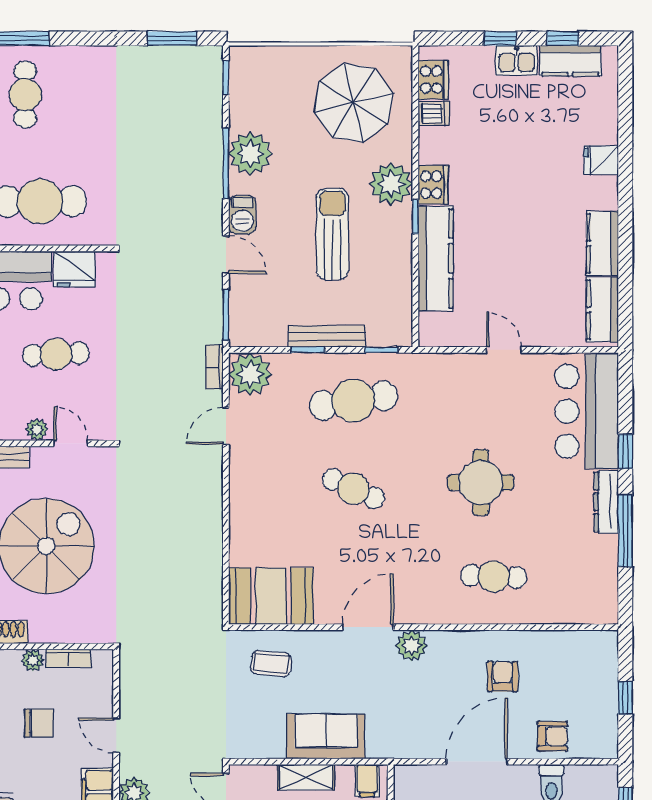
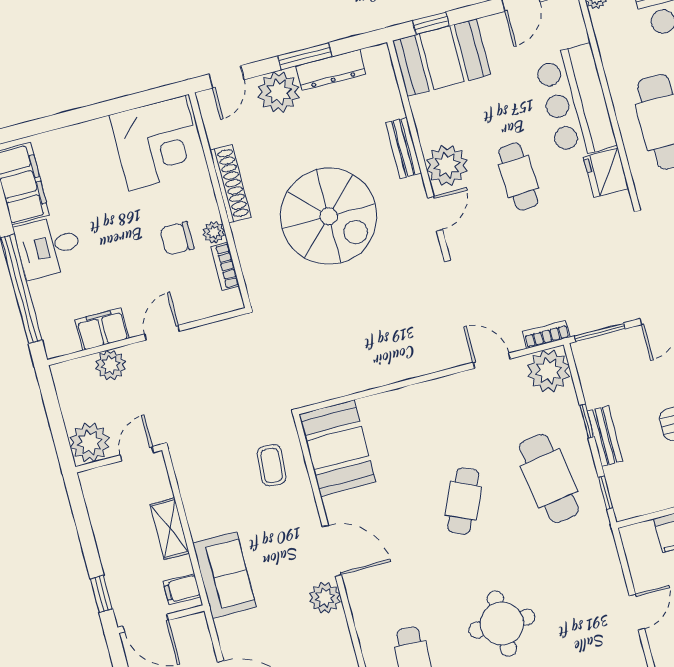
bench: (327, 336) -> (605, 436), width x0.73
plant: (37, 430) -> (447, 165), width x1.87, depth x1.87
chair: (39, 723) -> (177, 239), moved, turned 90
sofa: (326, 736) -> (224, 575), moved

